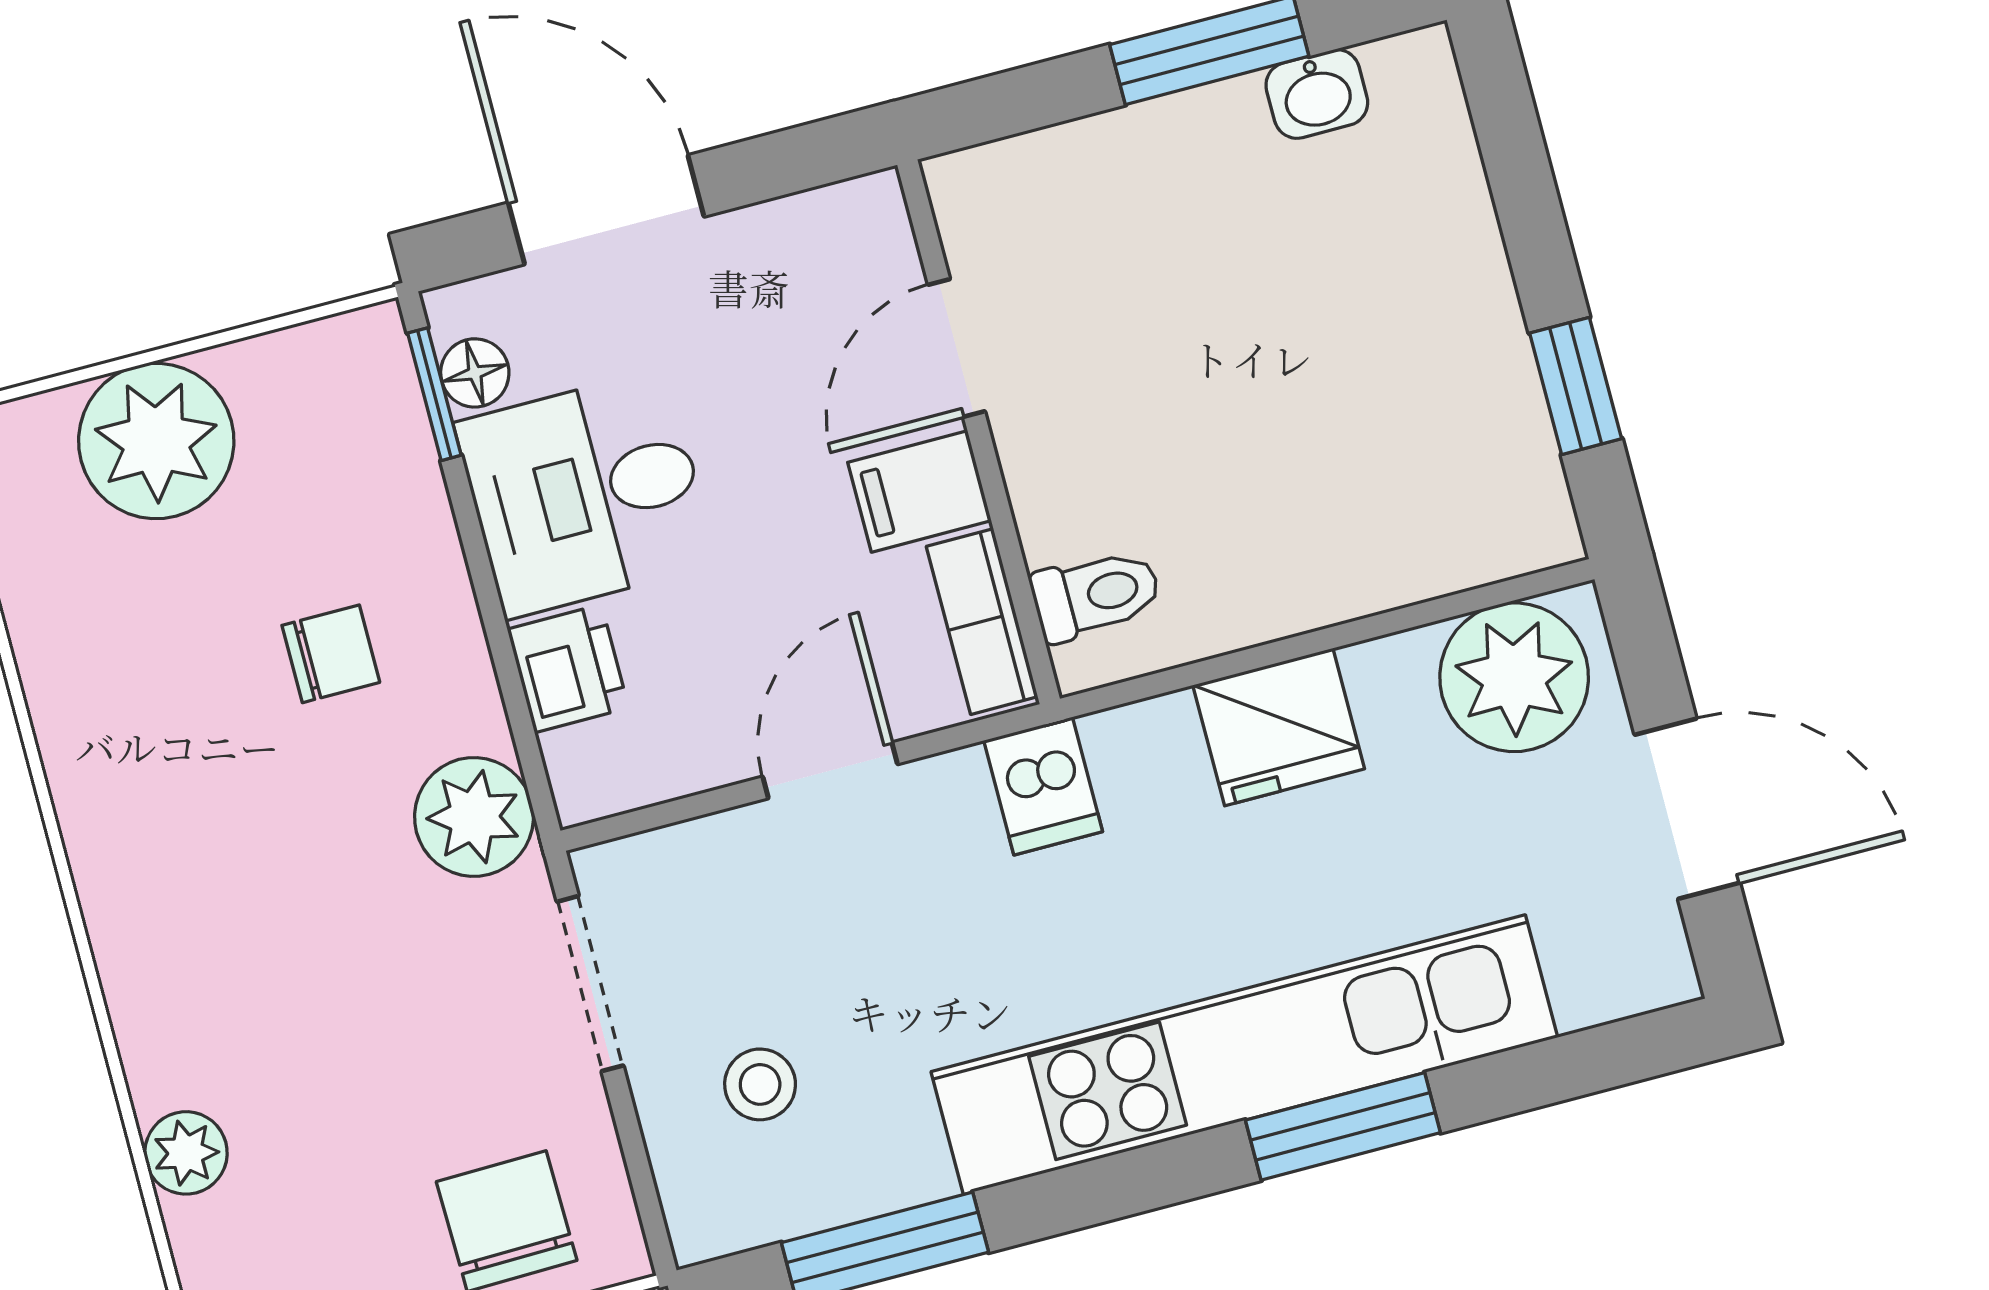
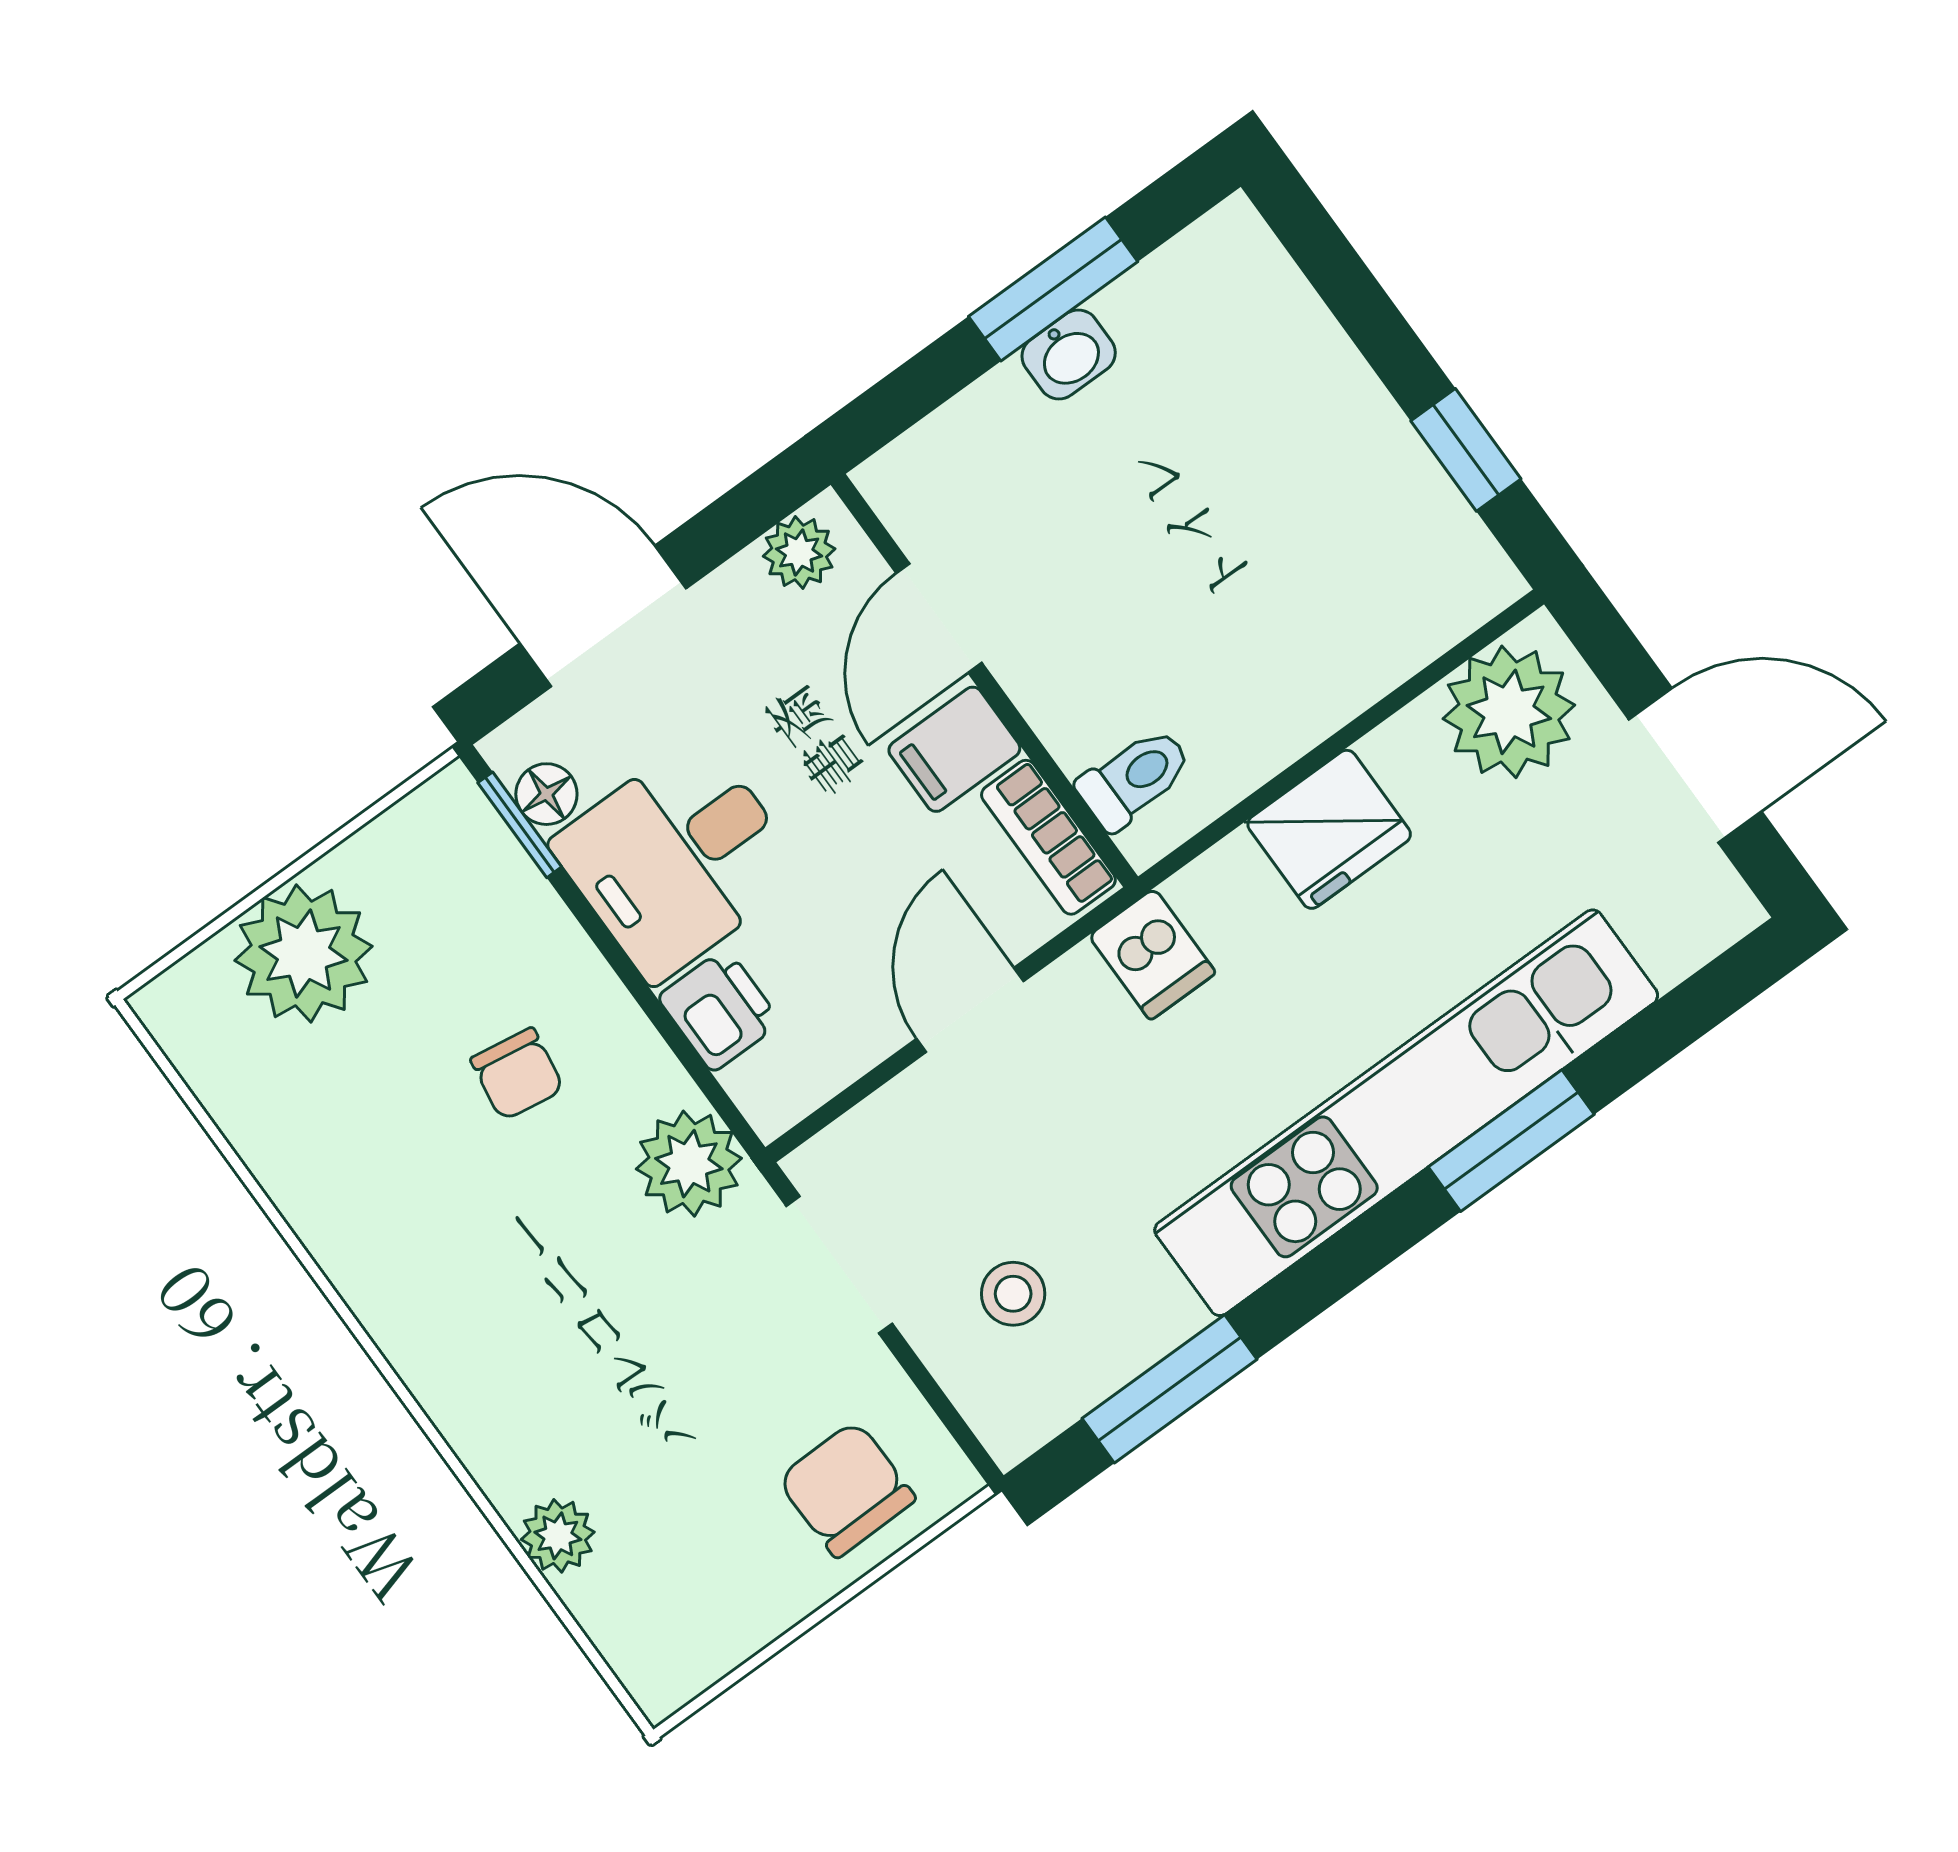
washbasin: (1317, 94) -> (1069, 354), moved
plant: (837, 223) -> (799, 552), added
chair: (331, 654) -> (517, 1074), turned 99

